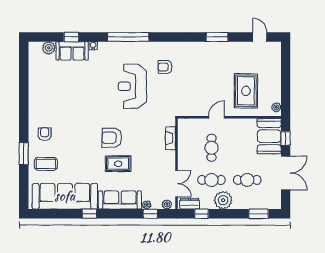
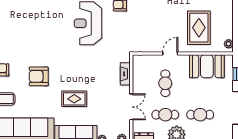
booth: (269, 136) -> (207, 66), moved, turned 90
armchair: (112, 138) -> (39, 76), moved
double door: (177, 184) -> (131, 107), moved

